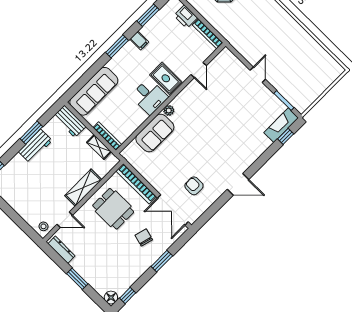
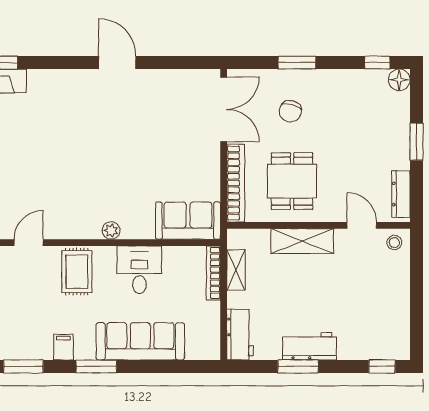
sofa: (94, 91) -> (140, 341), moved
desk: (149, 97) -> (139, 270), moved
sofa: (155, 133) -> (188, 221), moved
armchair: (194, 186) -> (171, 113), removed

